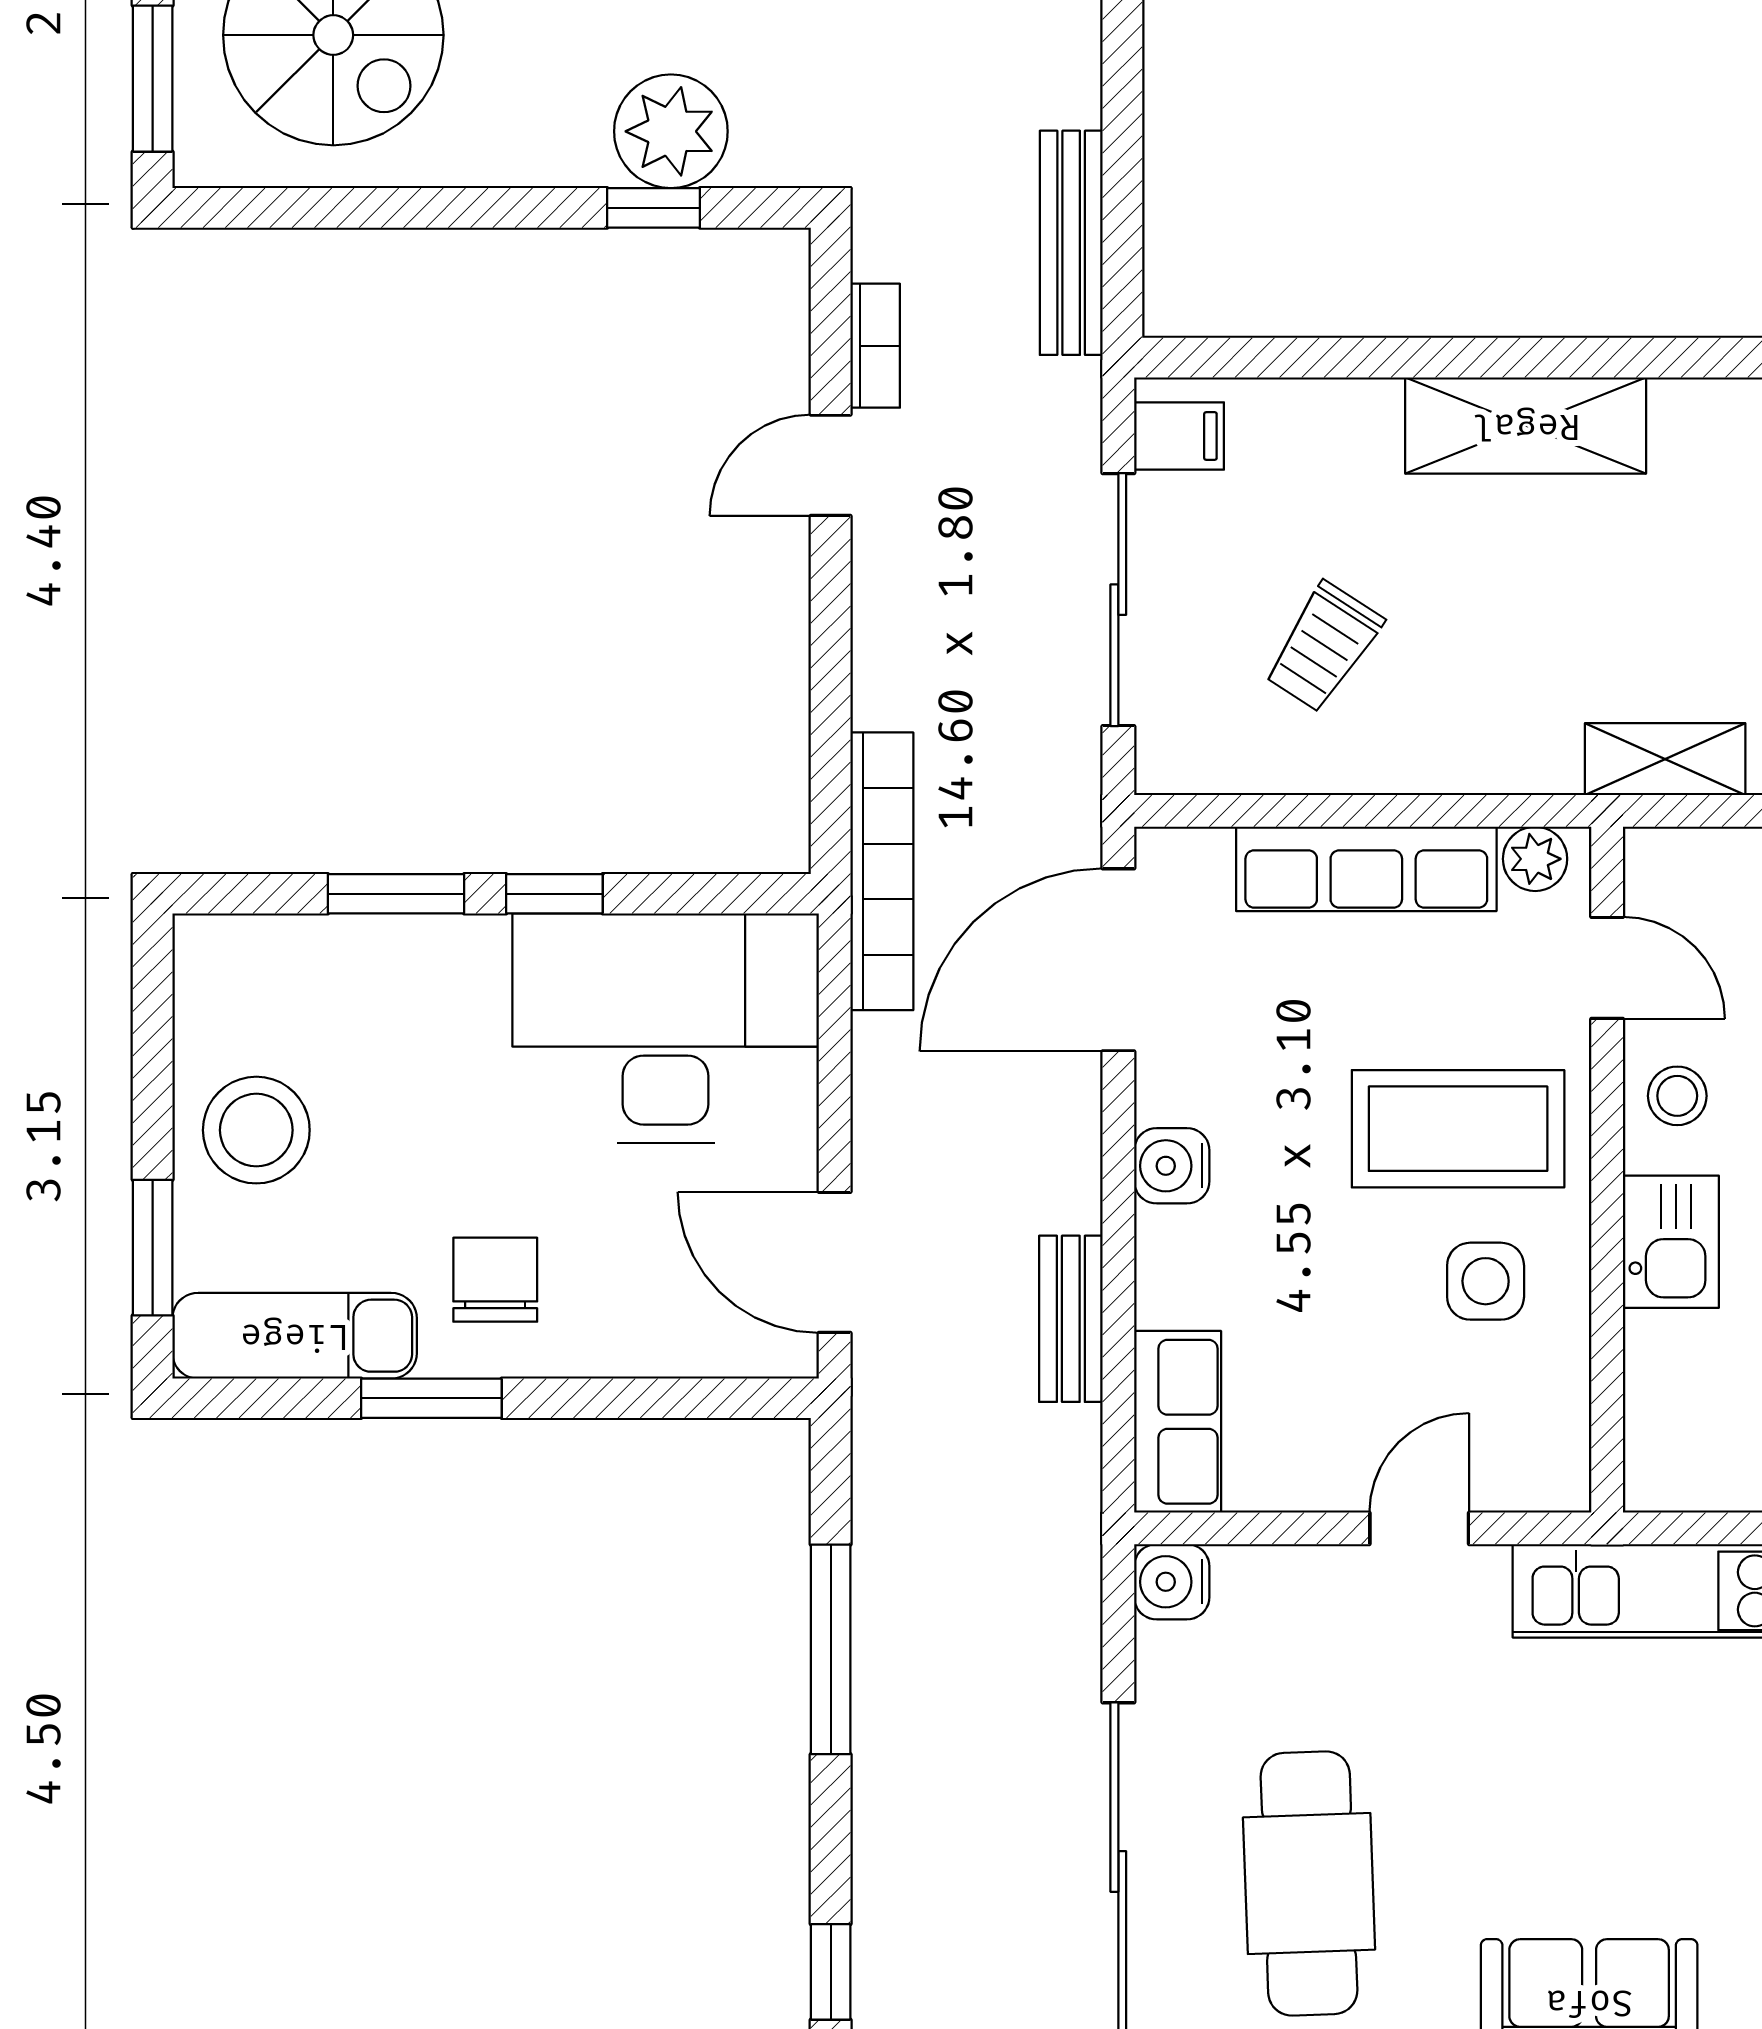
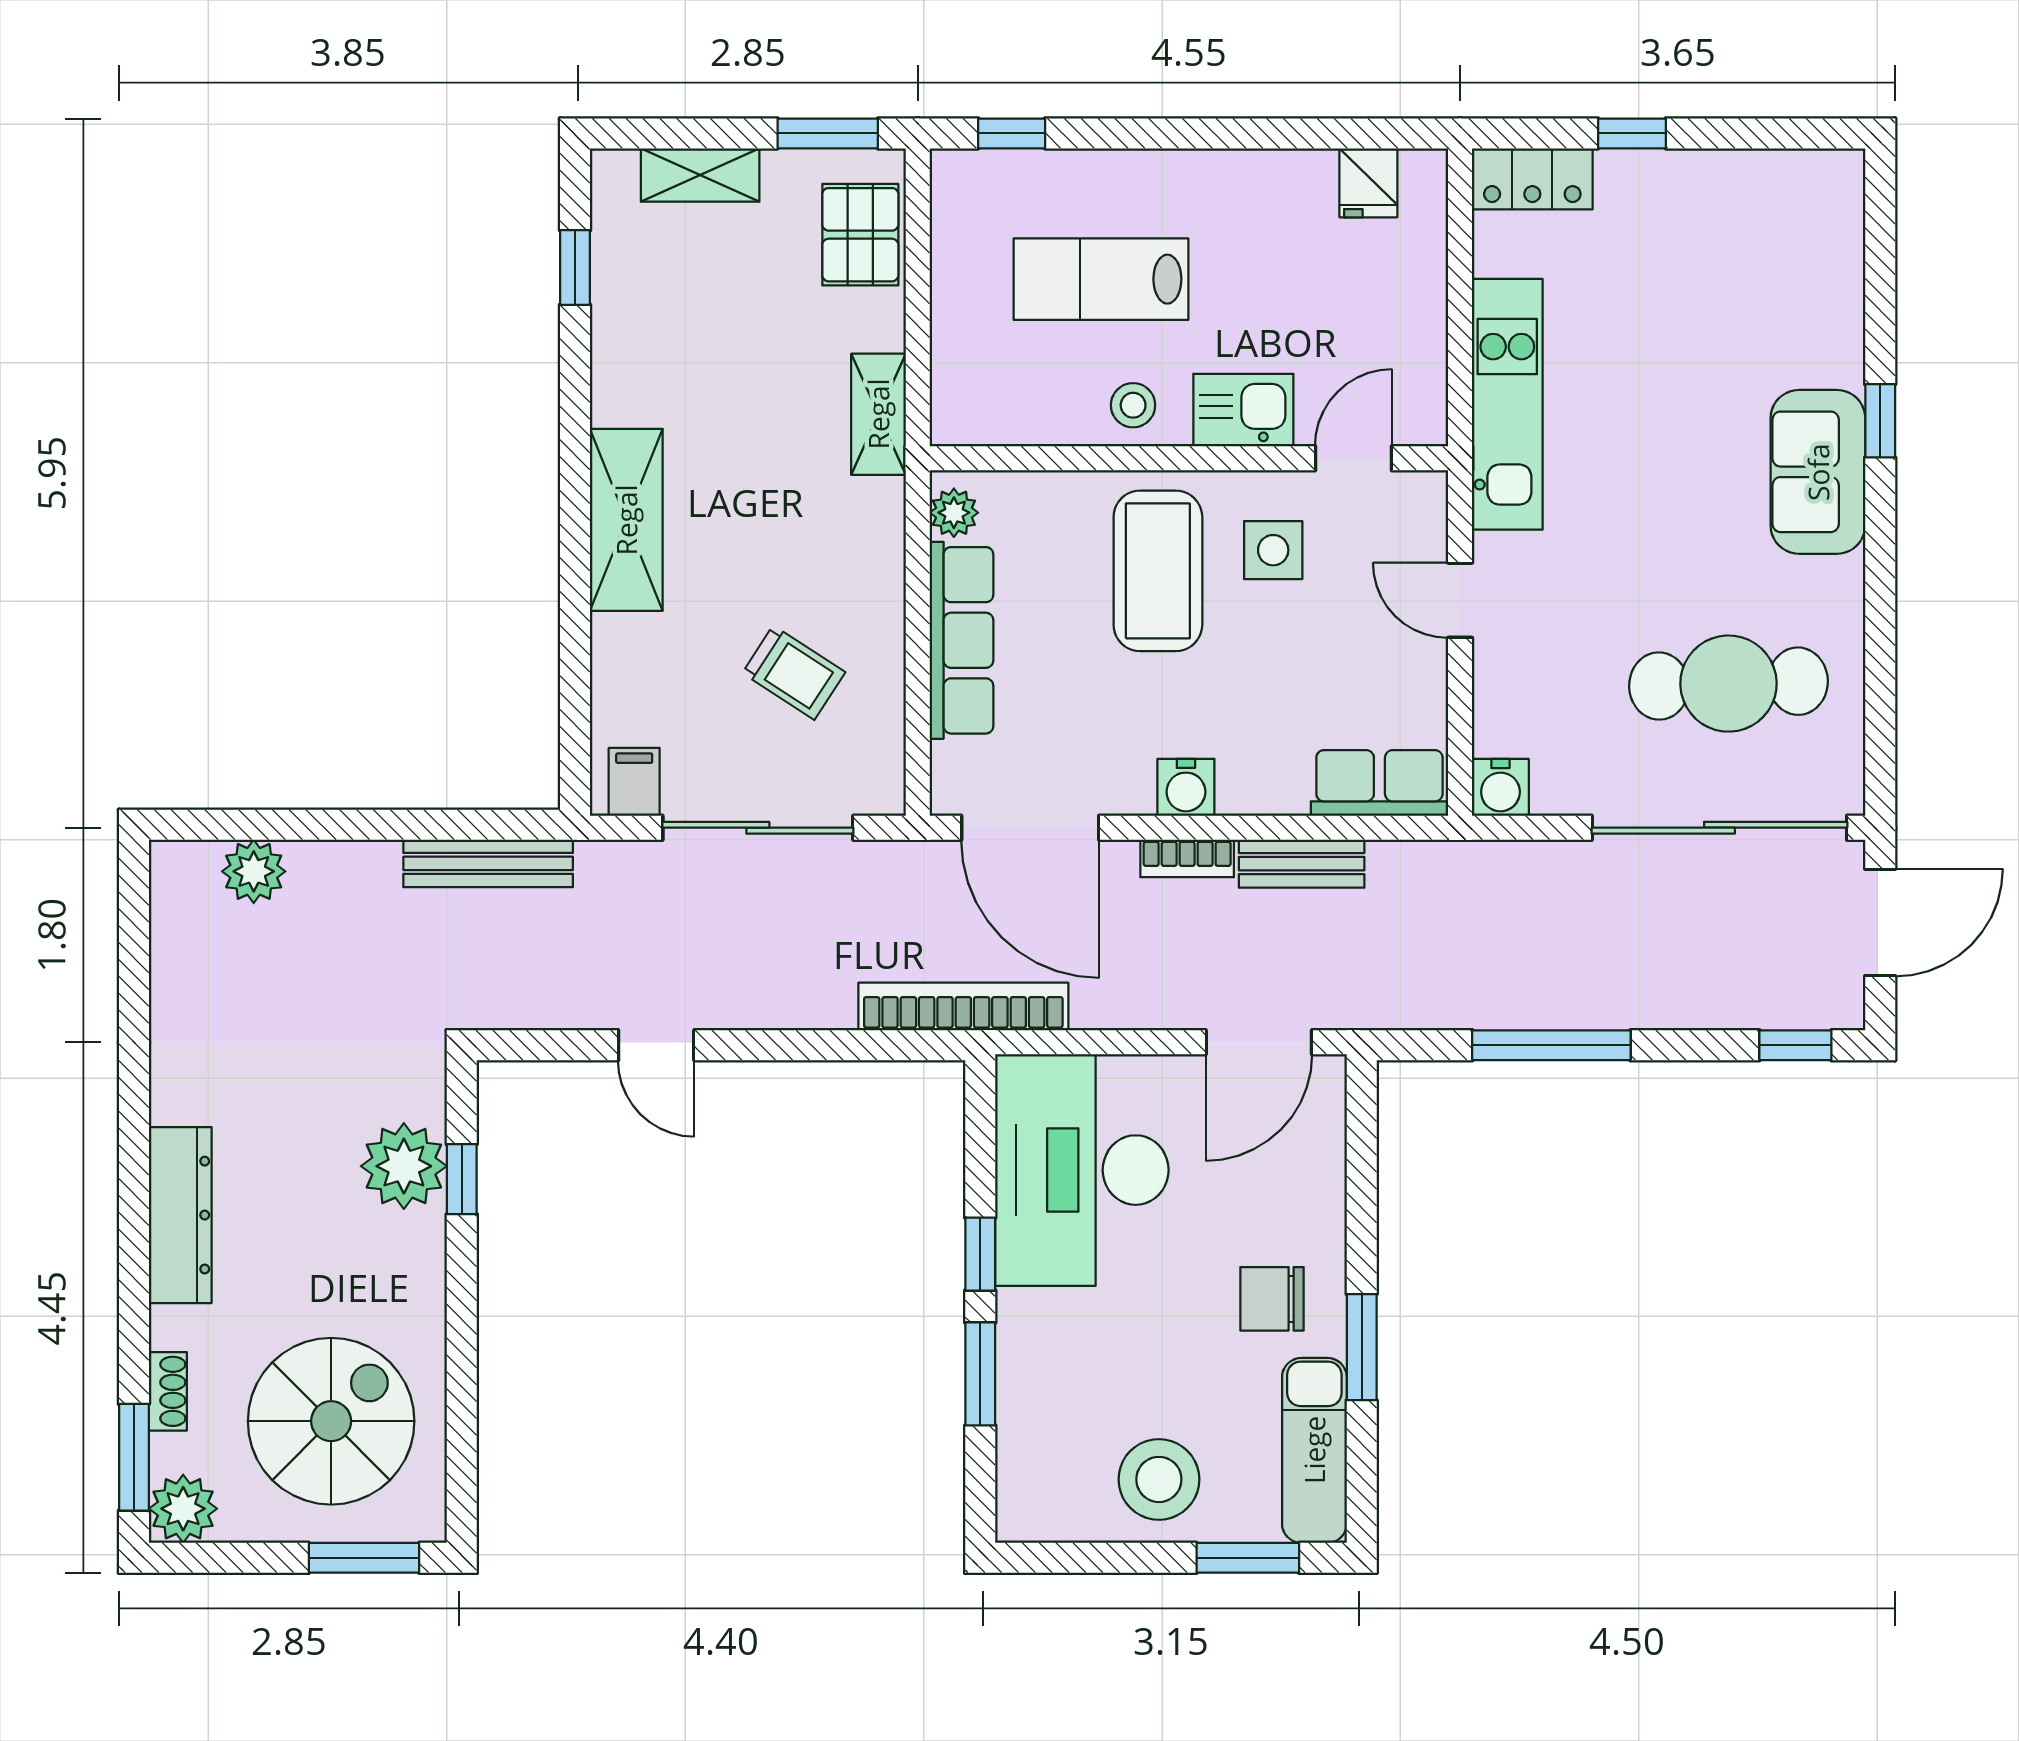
bookcase: (875, 346) -> (1187, 858), moved, turned 180
door: (1607, 968) -> (1354, 458), moved

